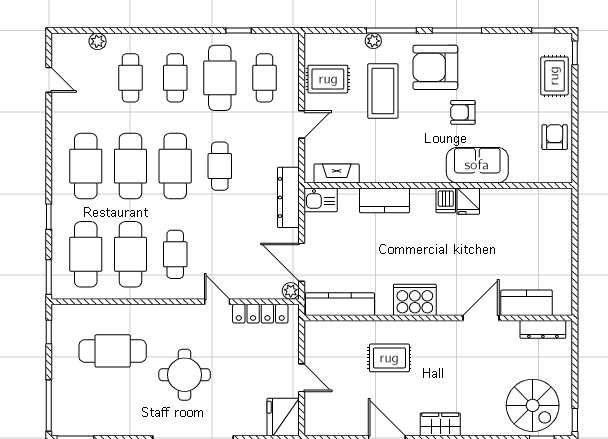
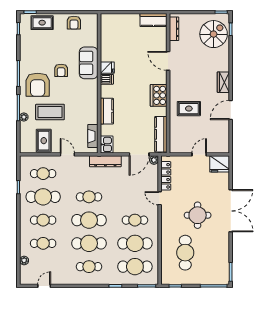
armchair: (555, 137) -> (74, 23), turned -90
cafe table: (86, 166) -> (89, 267), width x0.73, depth x0.74
door: (217, 302) -> (160, 198), hinge flipped
kitchen counter: (527, 303) -> (153, 20), moved, turned -90
rug: (389, 358) -> (189, 109), turned 90

